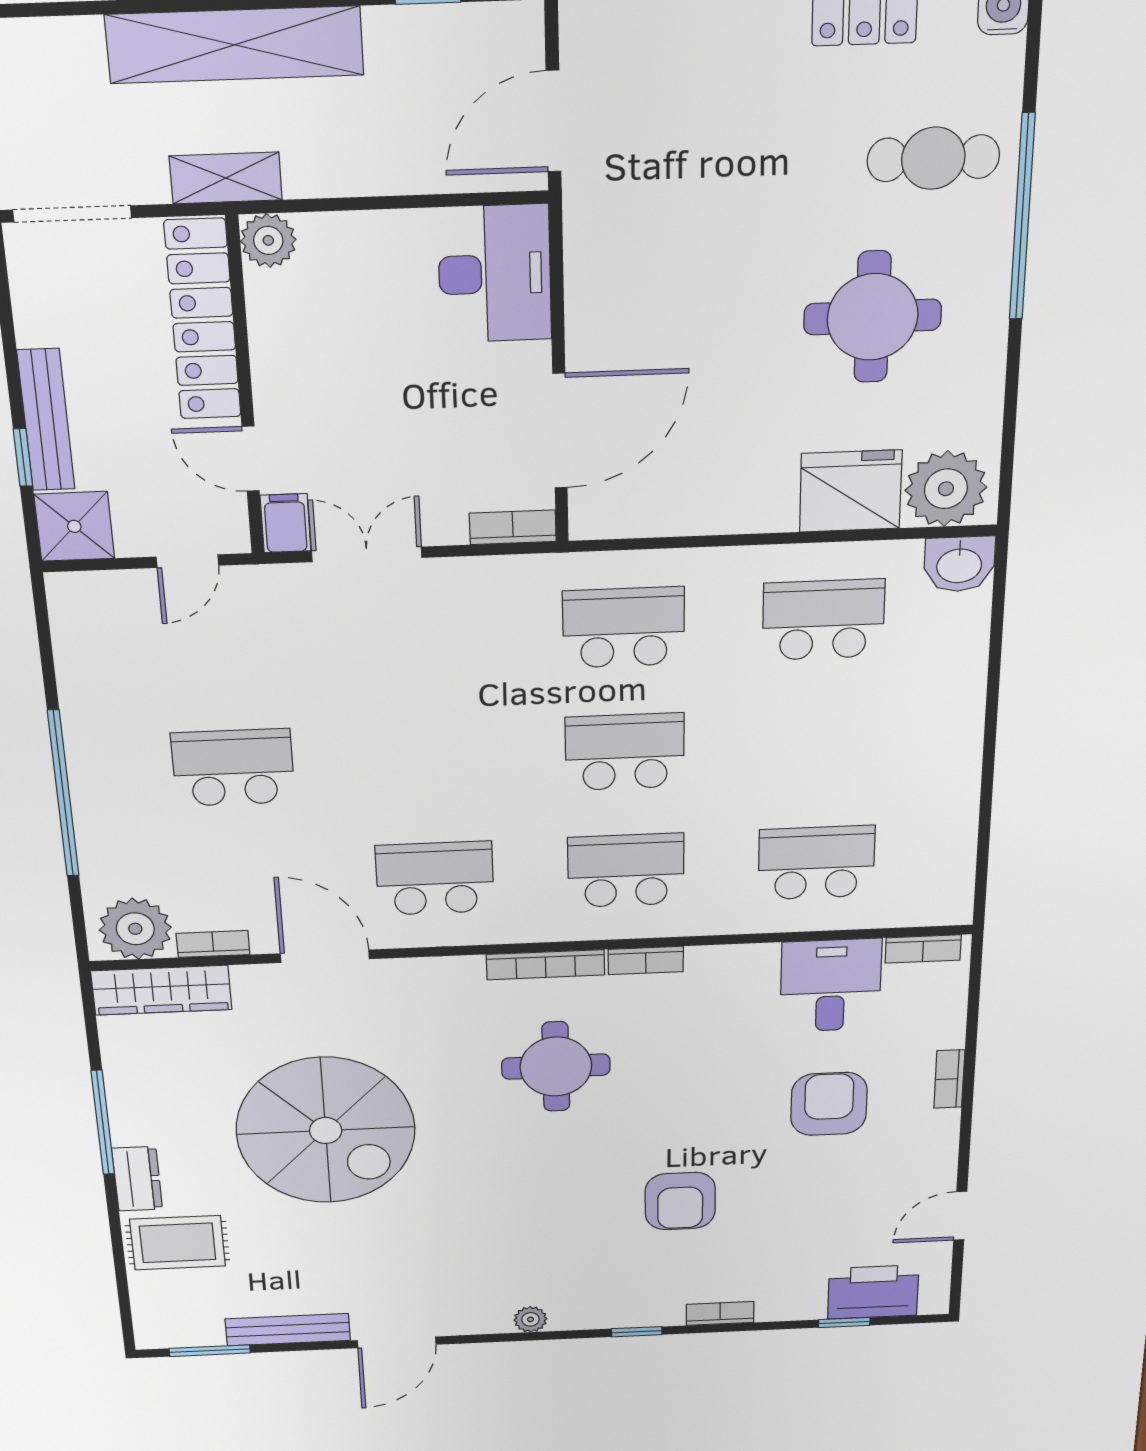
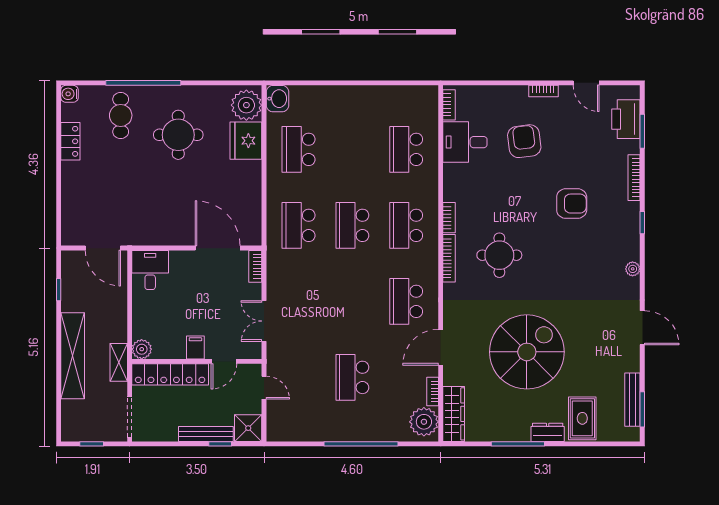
desk: (495, 274) -> (150, 270), width x0.73
filing cabinet: (285, 523) -> (195, 347), moved, turned 90
bookcase: (949, 1079) -> (543, 91), moved
armchair: (829, 1104) -> (524, 141), turned 83
bookcase: (720, 1313) -> (634, 178), width x1.56
window: (844, 1322) -> (642, 131), width x1.50
bench: (288, 1330) -> (632, 400), moved

